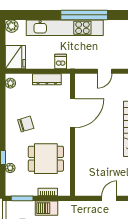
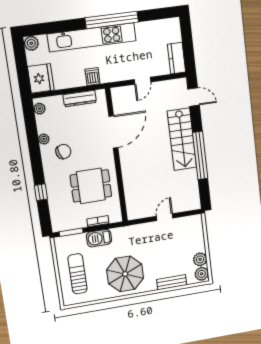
plant: (10, 168) -> (44, 139), moved

